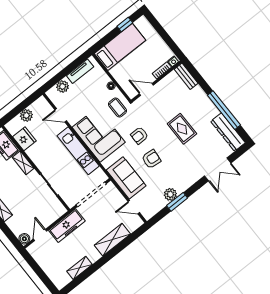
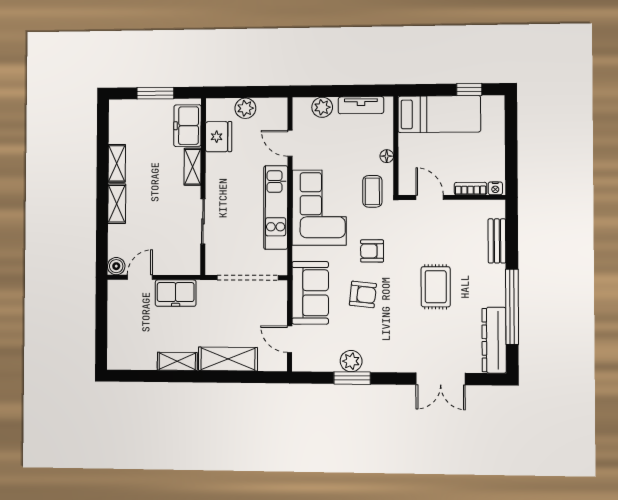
bench: (186, 76) -> (497, 241), moved
freezer: (67, 226) -> (176, 293), width x0.71
shelving: (79, 268) -> (177, 361), moved

